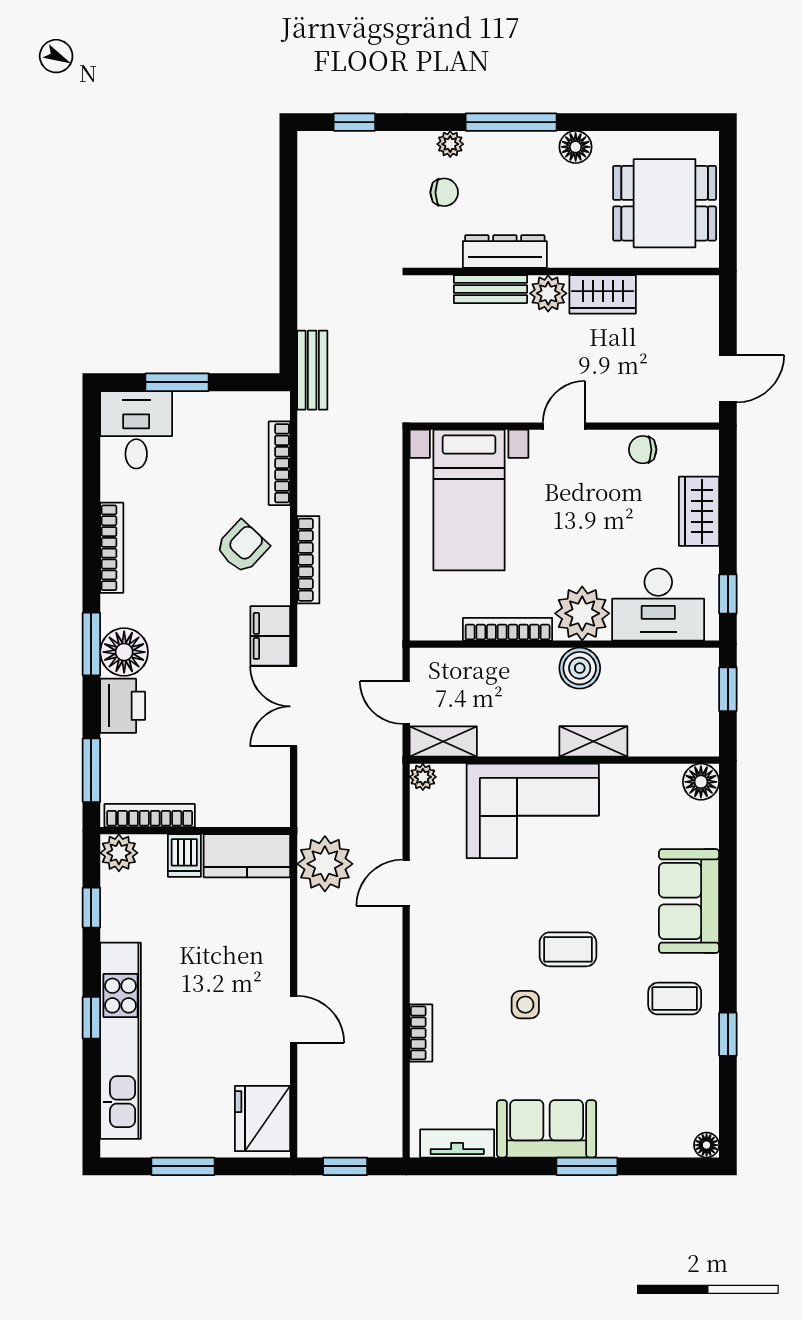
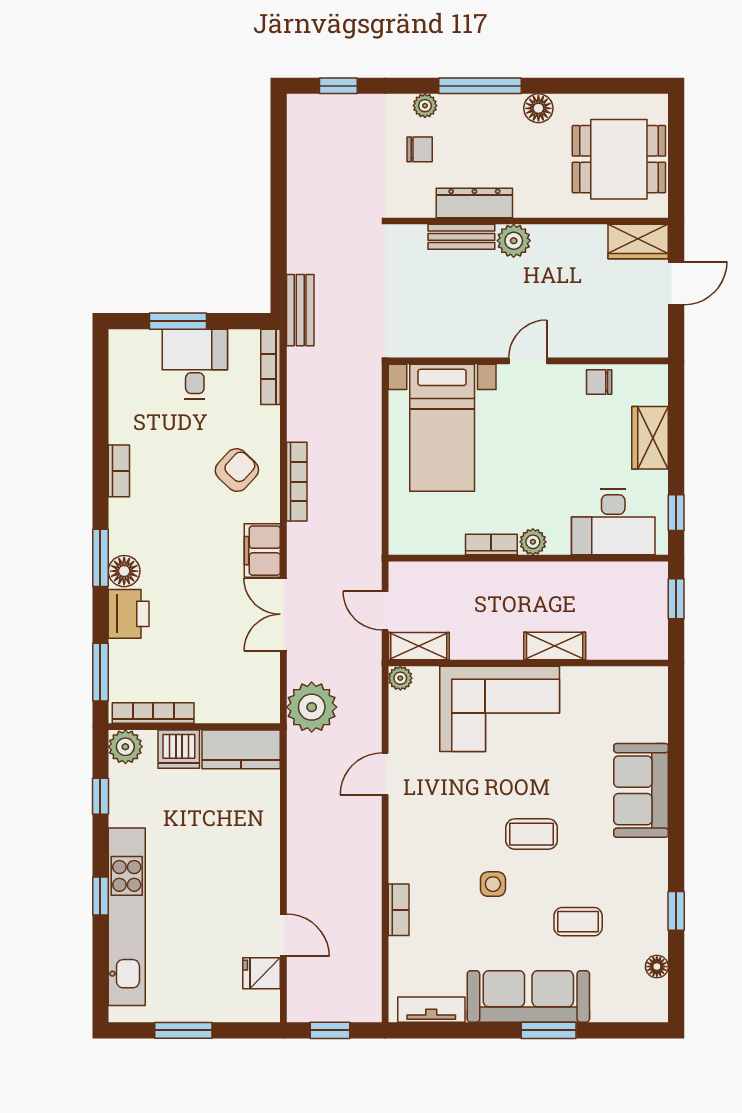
wardrobe: (603, 294) -> (638, 242), moved
door: (728, 379) -> (676, 283), moved
desk: (136, 430) -> (195, 364), moved
bookcase: (279, 463) -> (270, 367), moved
bookcase: (112, 548) -> (119, 471), width x0.64
plant: (582, 613) -> (533, 542), width x0.53, depth x0.53
bookcase: (508, 629) -> (491, 545), width x0.64
floor lamp: (124, 652) -> (124, 571), width x0.73, depth x0.73
boiler: (580, 668) -> (542, 580), removed
floor lamp: (701, 782) -> (652, 683), removed
dishwasher: (184, 855) -> (179, 749), width x1.38
plant: (325, 864) -> (312, 707), moved
coffee table: (675, 999) -> (578, 922), moved
door: (294, 1019) -> (283, 935), moved
fridge: (262, 1119) -> (262, 973), width x0.53, depth x0.75
sofa: (547, 1129) -> (528, 996), width x1.36
floor lamp: (707, 1145) -> (657, 967), moved

